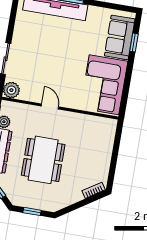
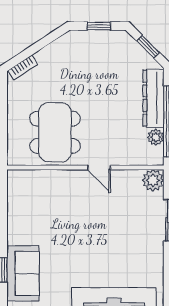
corner sofa: (104, 85) -> (33, 208), removed
dining table: (43, 160) -> (55, 132), moved

